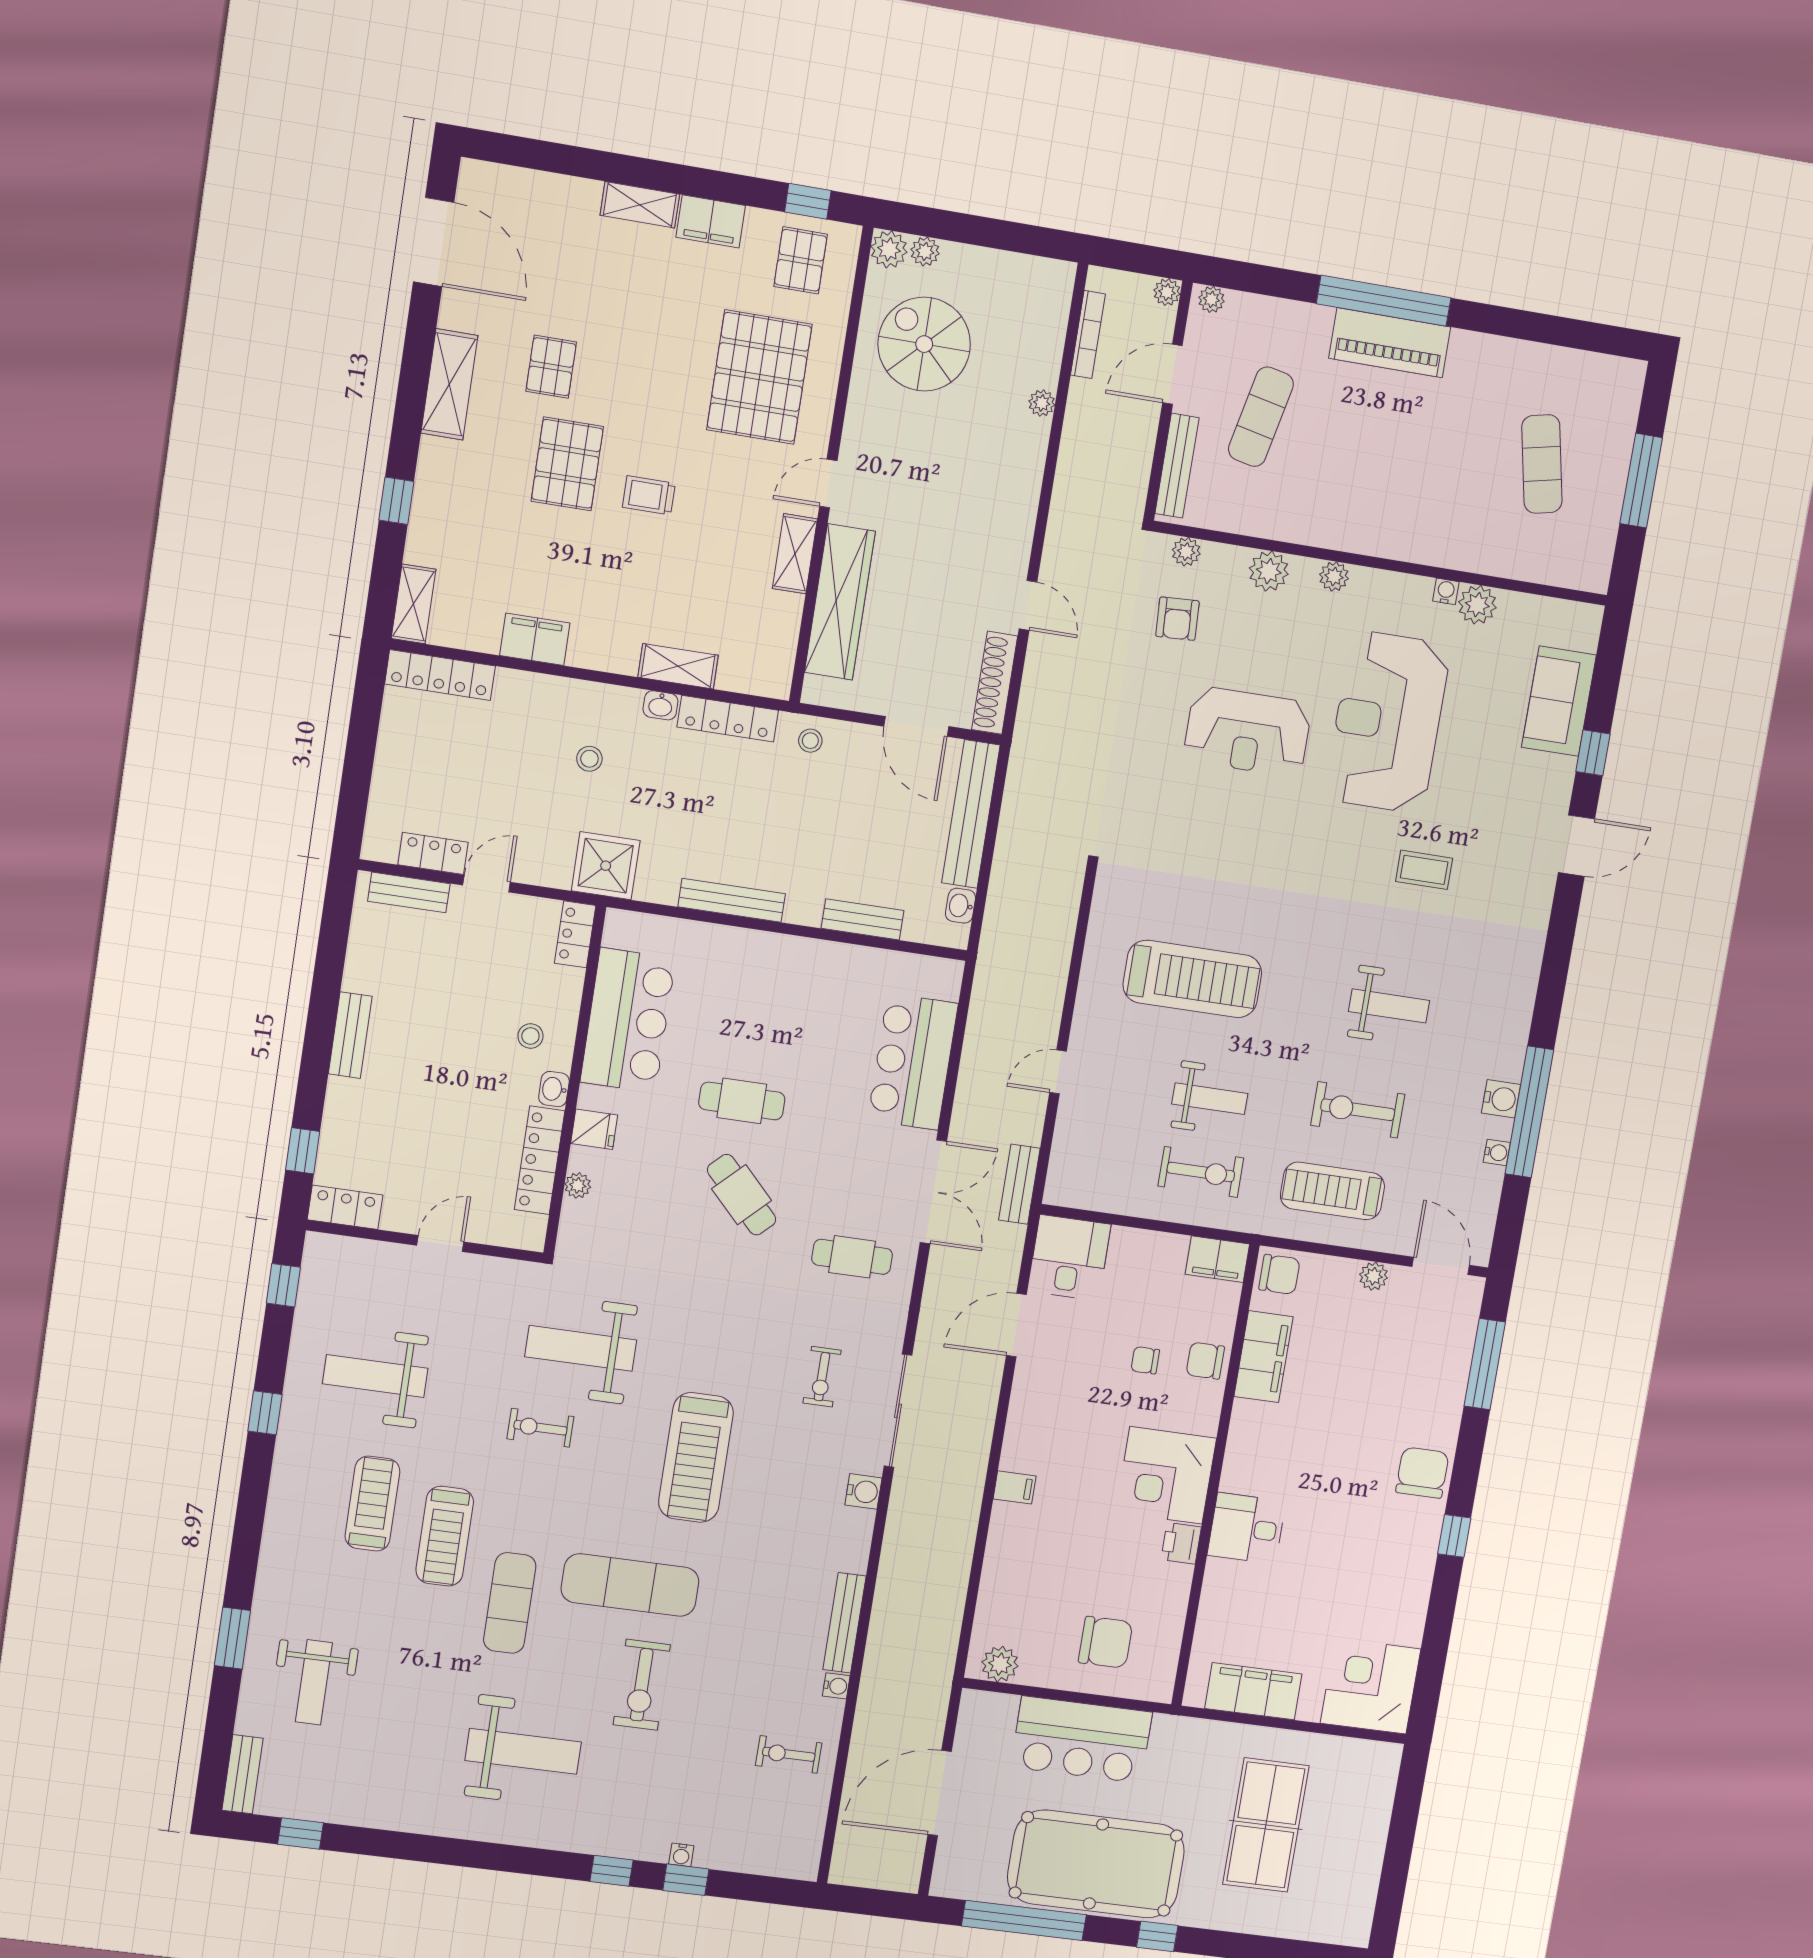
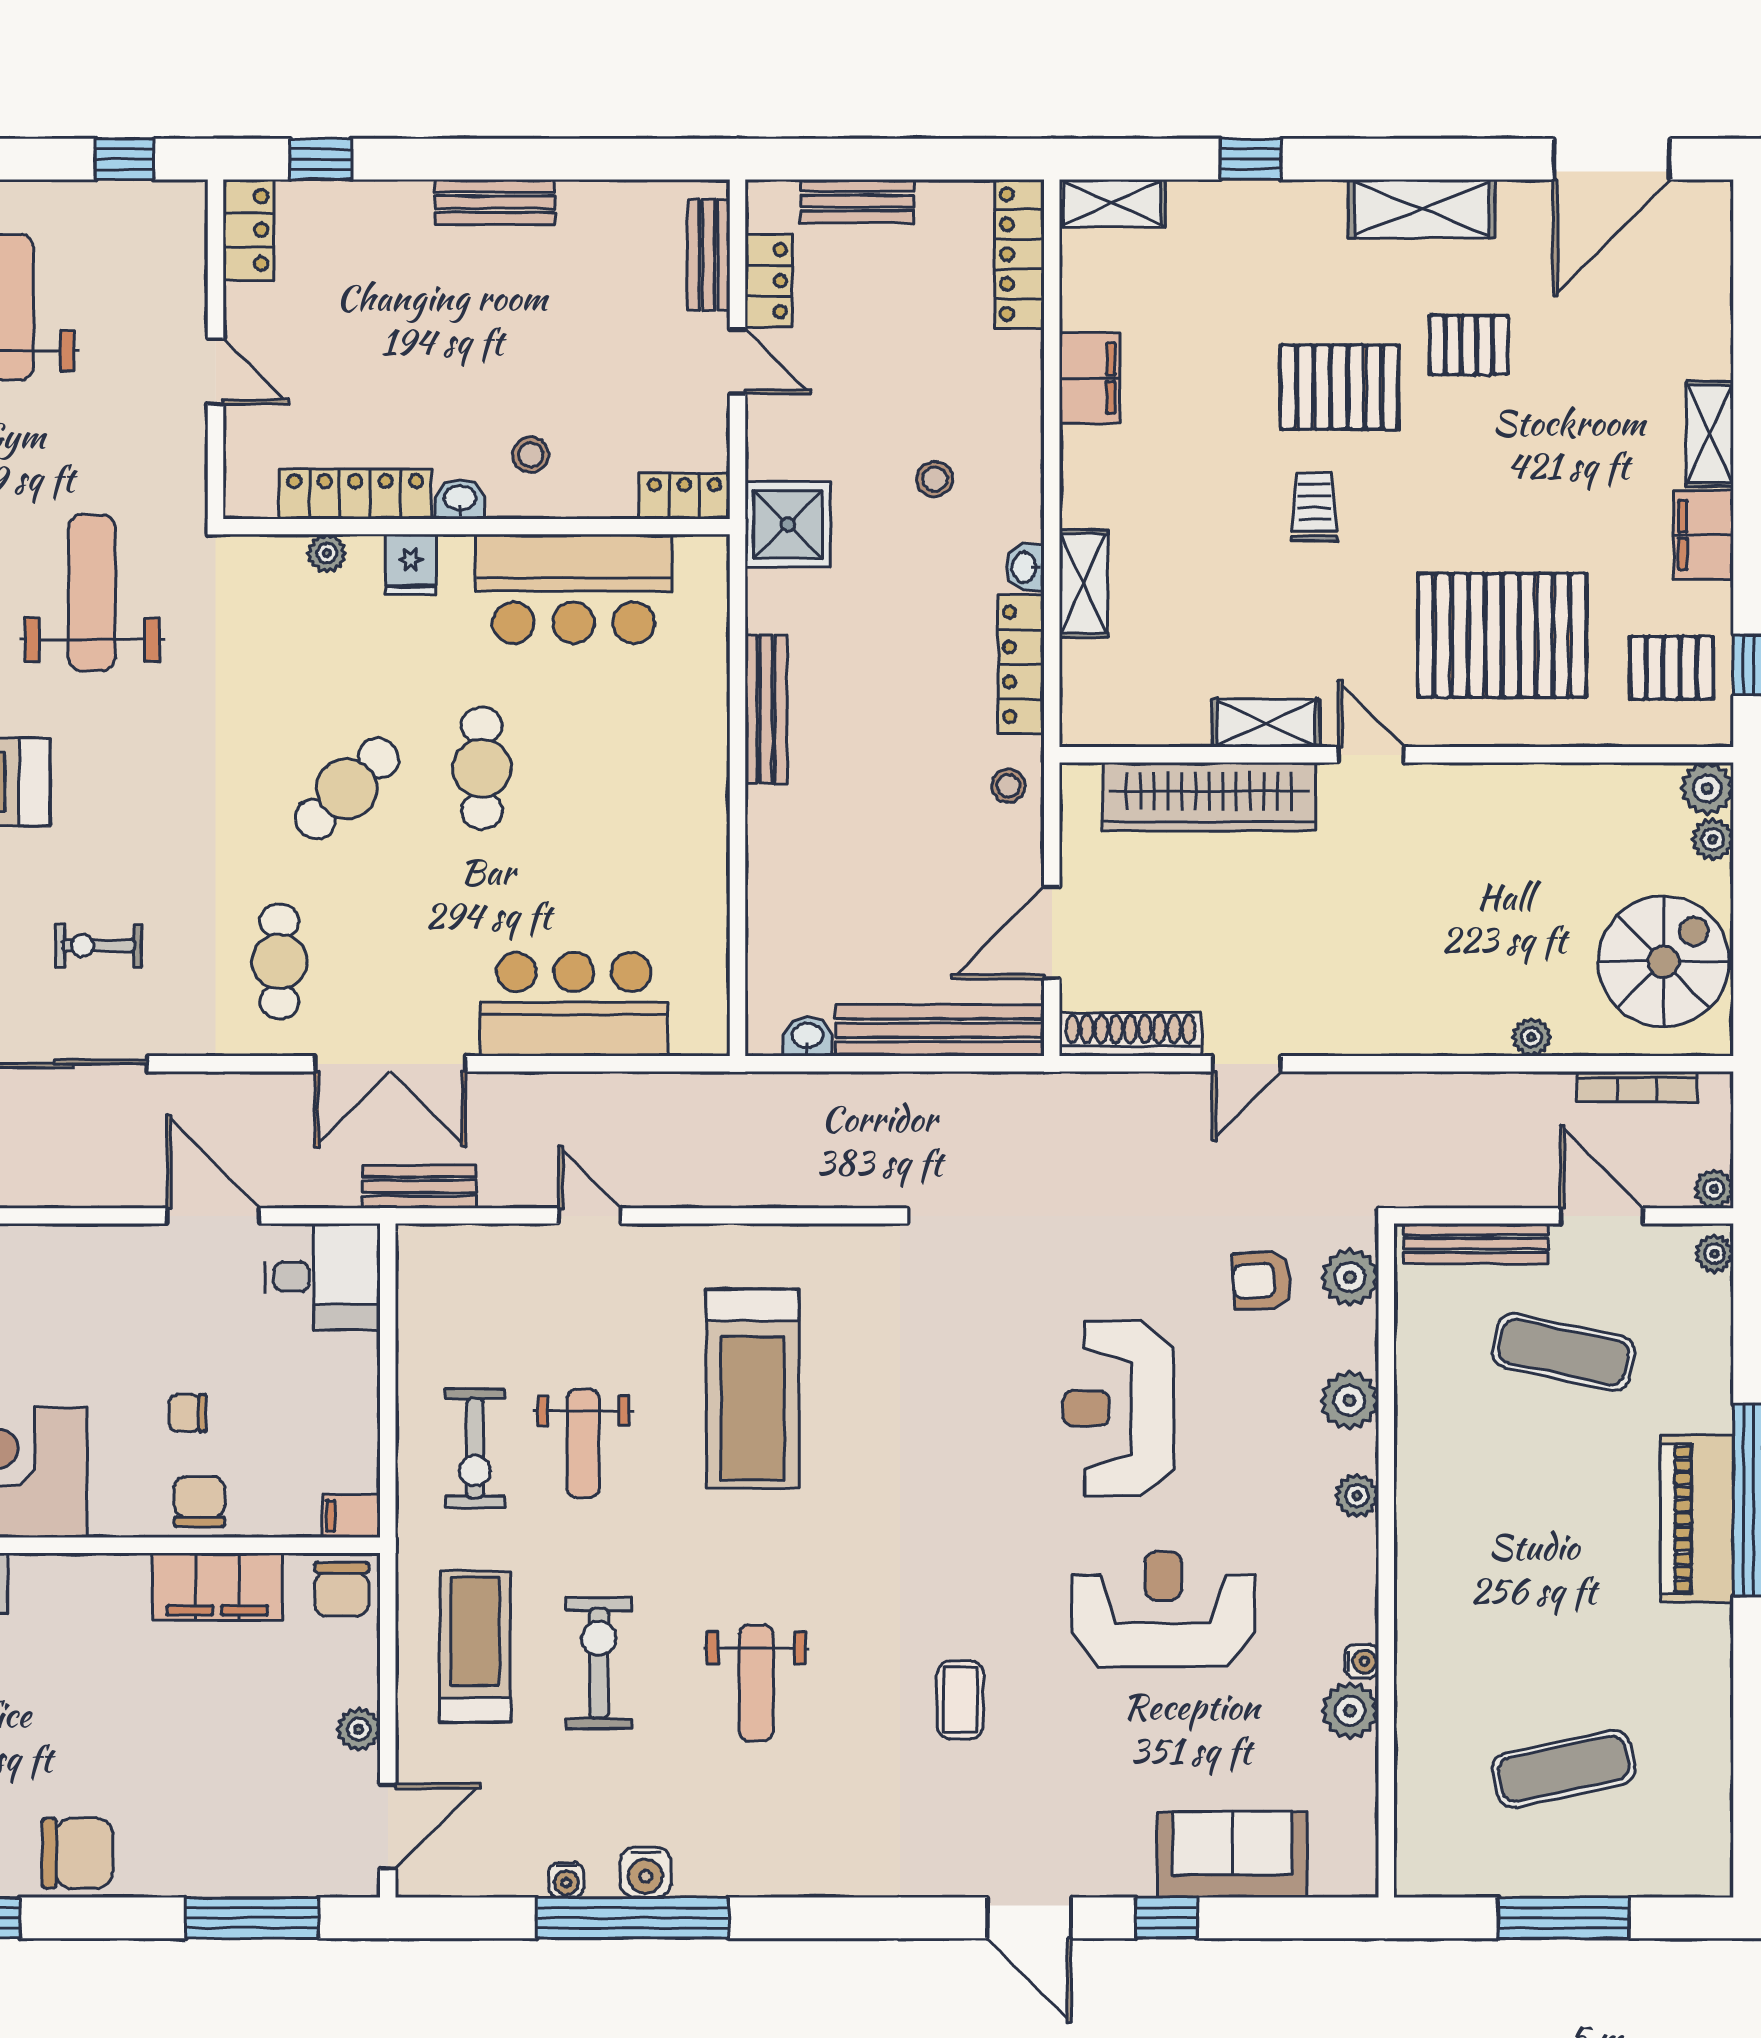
spiral stairs: (924, 344) -> (1664, 962), moved
plant: (1186, 552) -> (1350, 1277), width x1.38, depth x1.38
reception desk: (1388, 722) -> (1163, 1609), width x0.74, depth x0.77
bench: (863, 919) -> (857, 201), moved, turned 90
filing cabinet: (1217, 1259) -> (351, 1516), width x0.50
chair: (1145, 1360) -> (188, 1413), turned -90

